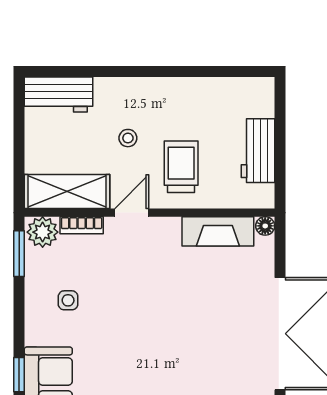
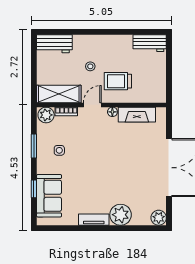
workbench: (258, 151) -> (150, 43), moved, turned -90
trolley: (181, 167) -> (118, 81), turned -90
floor lamp: (265, 226) -> (112, 112), moved
window: (19, 254) -> (34, 146), moved

